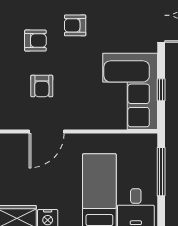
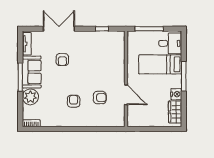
armchair: (75, 25) -> (62, 60), moved
corner sofa: (130, 91) -> (103, 47), removed

